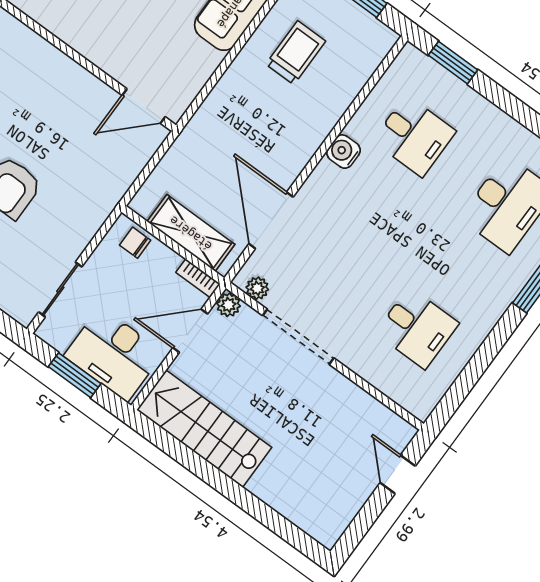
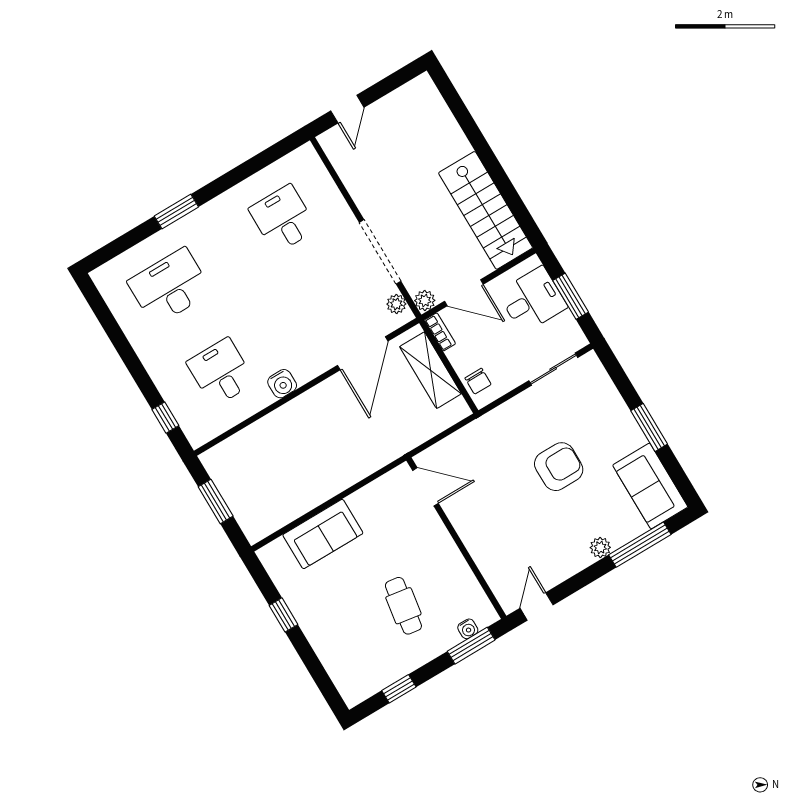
trolley: (296, 53) -> (287, 478), removed
window: (453, 63) -> (165, 418), width x0.67
desk: (114, 354) -> (532, 300), width x0.73

